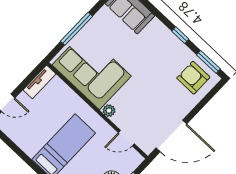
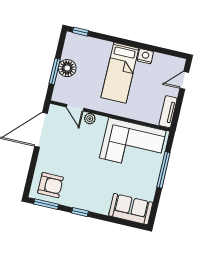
plant: (109, 111) -> (90, 119), moved
door: (126, 138) -> (75, 108), swing flipped
nightstand: (30, 148) -> (145, 56), added

